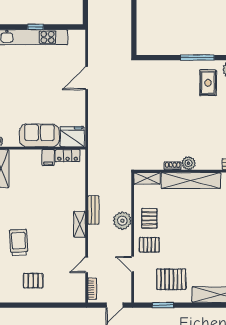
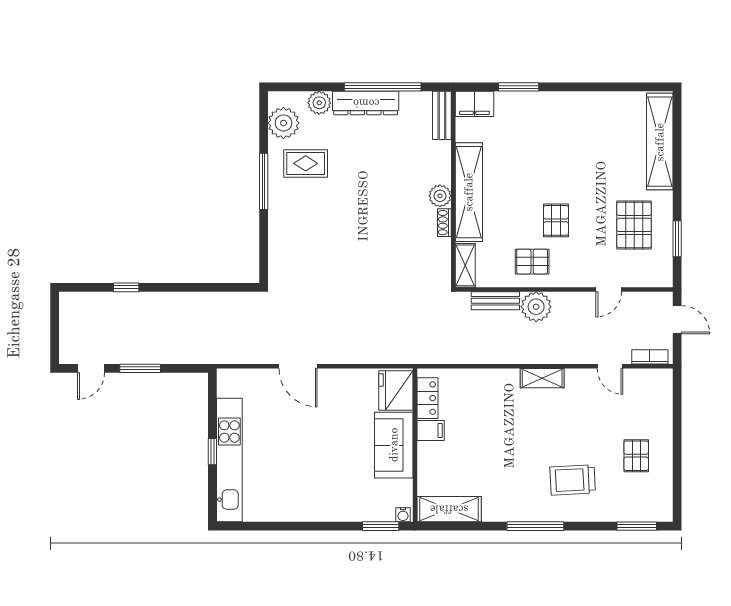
bench: (93, 210) -> (495, 301), moved
pallet: (149, 245) -> (556, 220), moved

